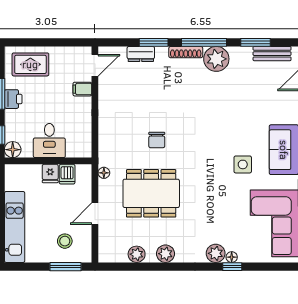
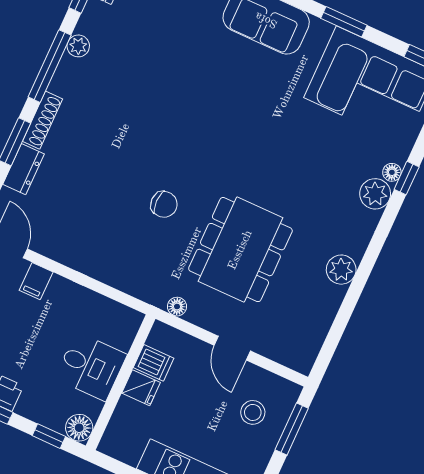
shoe rack: (186, 52) -> (42, 120), moved
plant: (216, 59) -> (78, 46), width x0.53, depth x0.53
side table: (243, 164) -> (260, 92), removed
plant: (137, 254) -> (322, 313), removed

